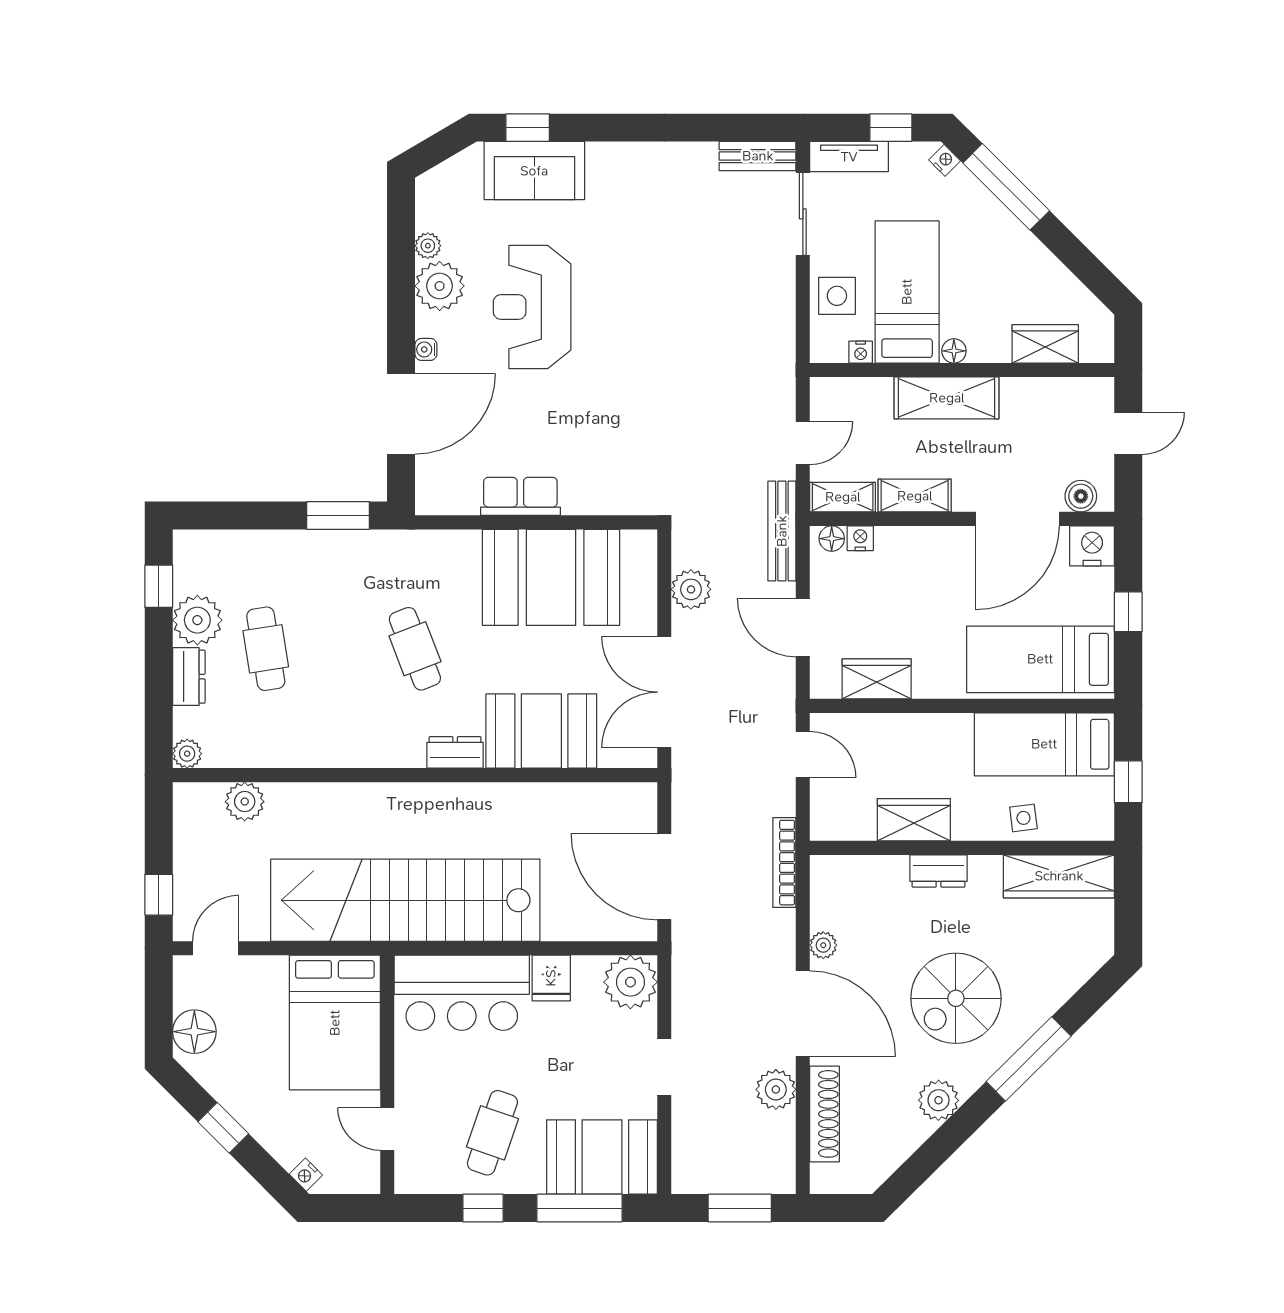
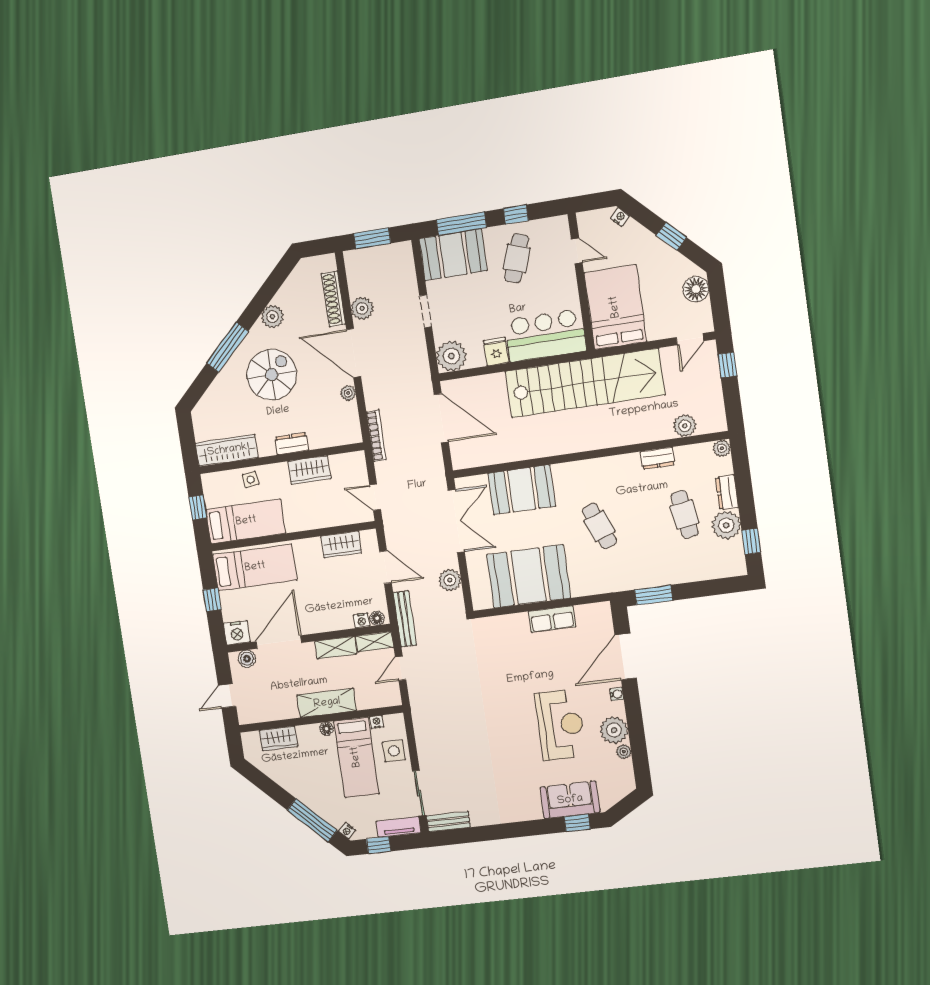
dresser: (455, 752) -> (658, 458), moved

